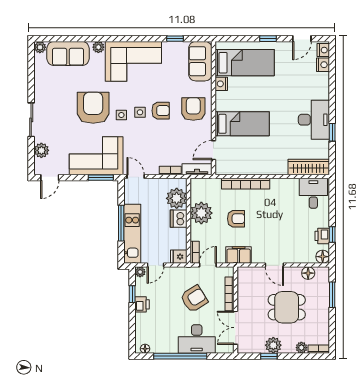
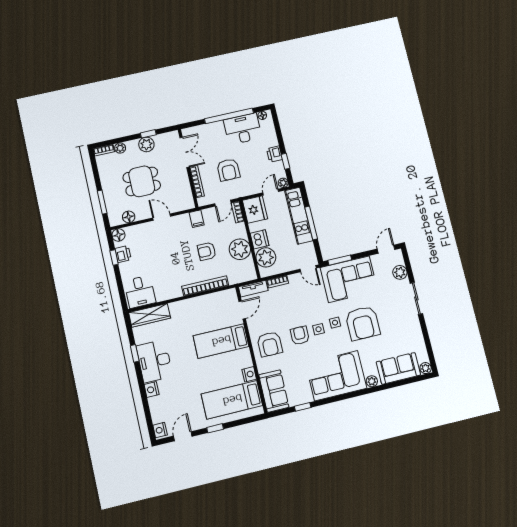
nightstand: (323, 65) -> (152, 390), moved
armchair: (161, 111) -> (300, 335), turned 90
filing cabinet: (239, 255) -> (197, 219), width x0.50
fridge: (179, 257) -> (255, 210), width x1.88, depth x1.34
armchair: (194, 299) -> (228, 170), turned -58
desk: (197, 339) -> (243, 129), moved

